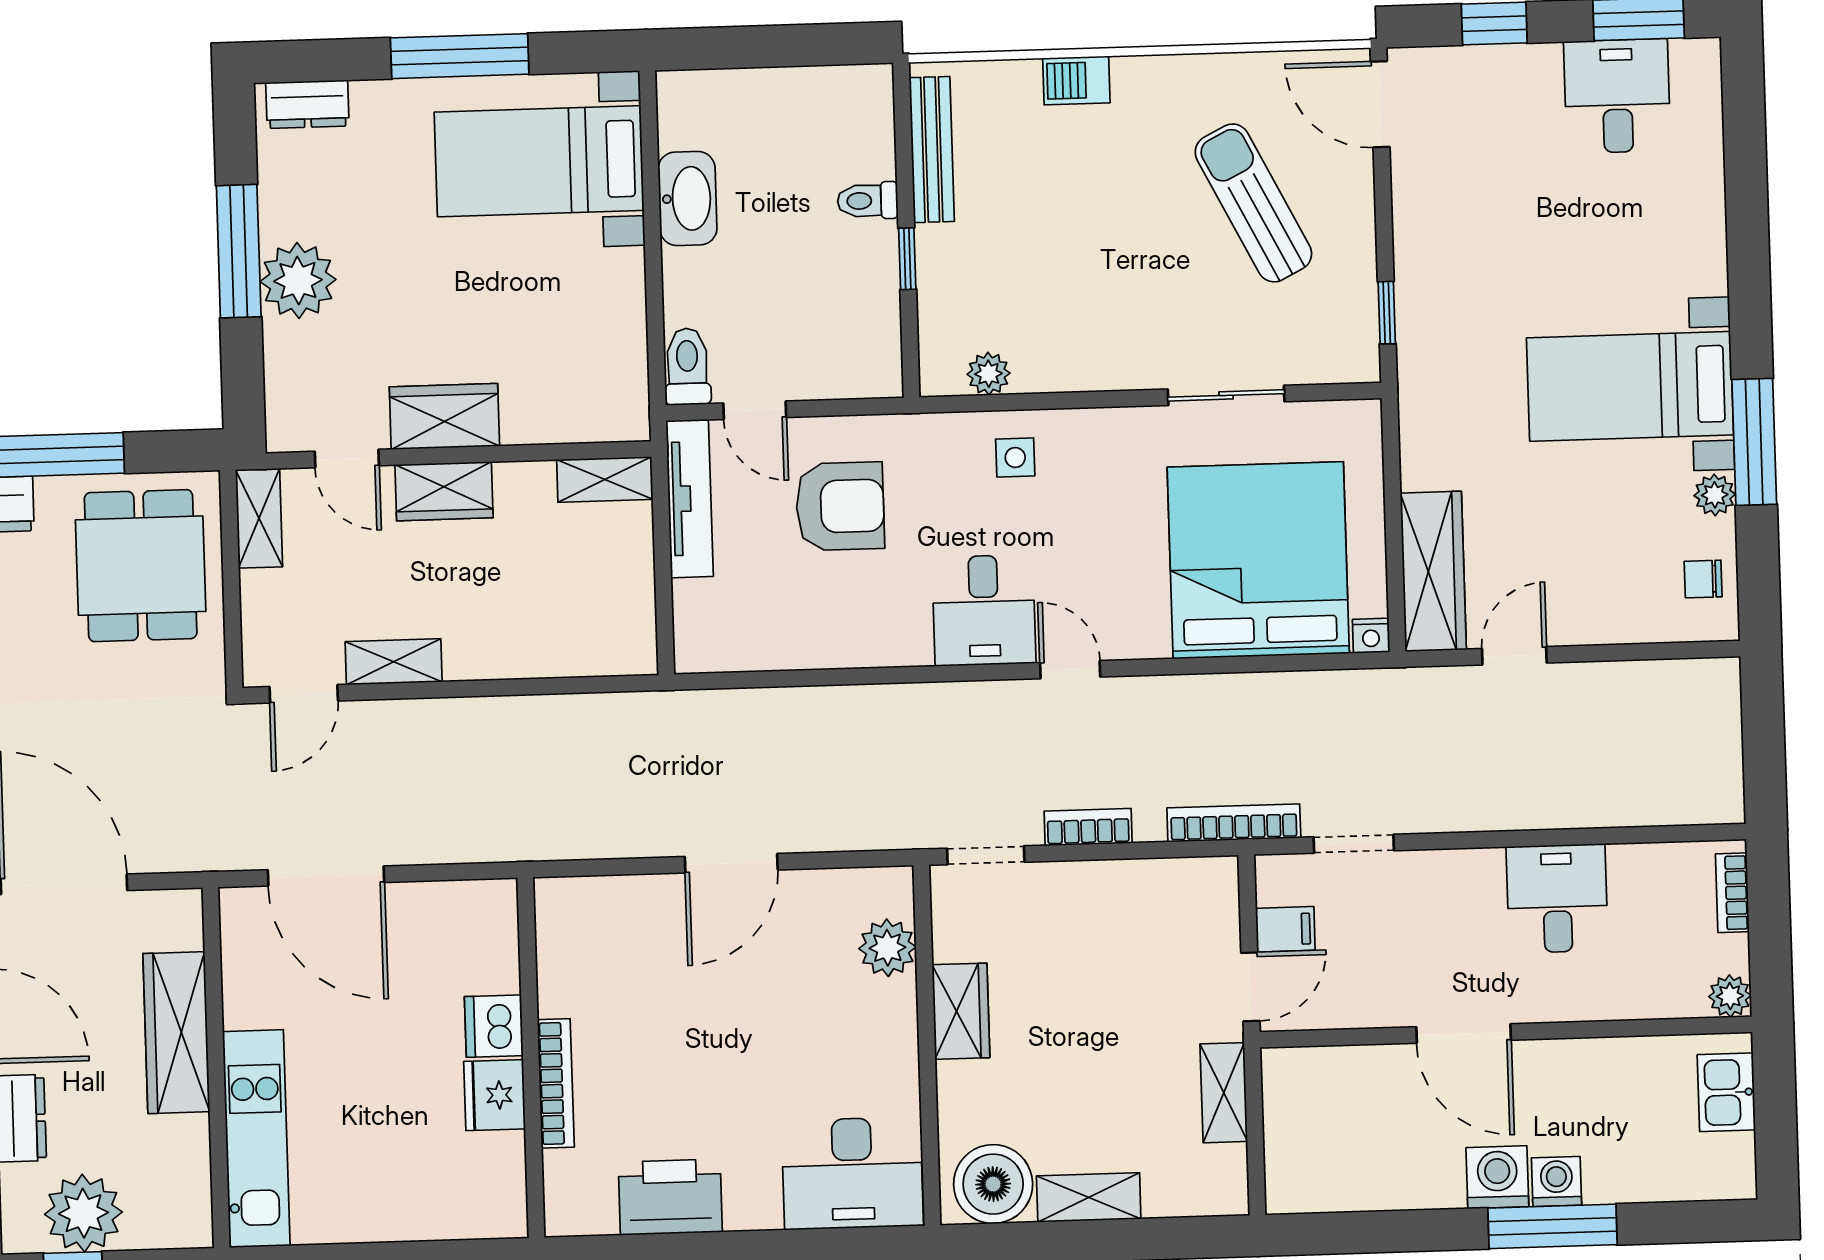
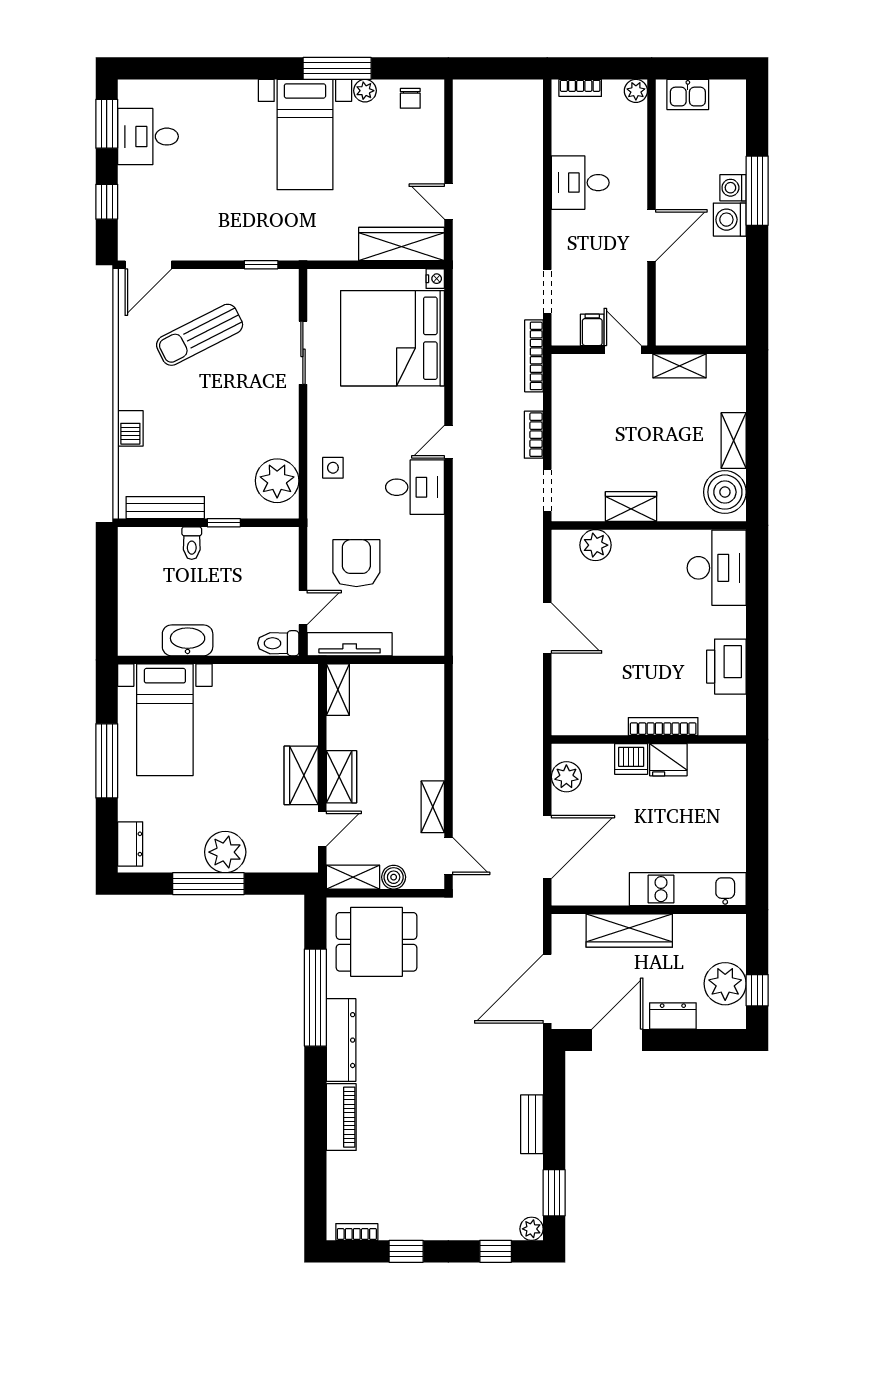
plant: (989, 374) -> (277, 481), width x1.88, depth x1.88
boiler: (261, 594) -> (394, 877), added
plant: (457, 907) -> (566, 777), added

